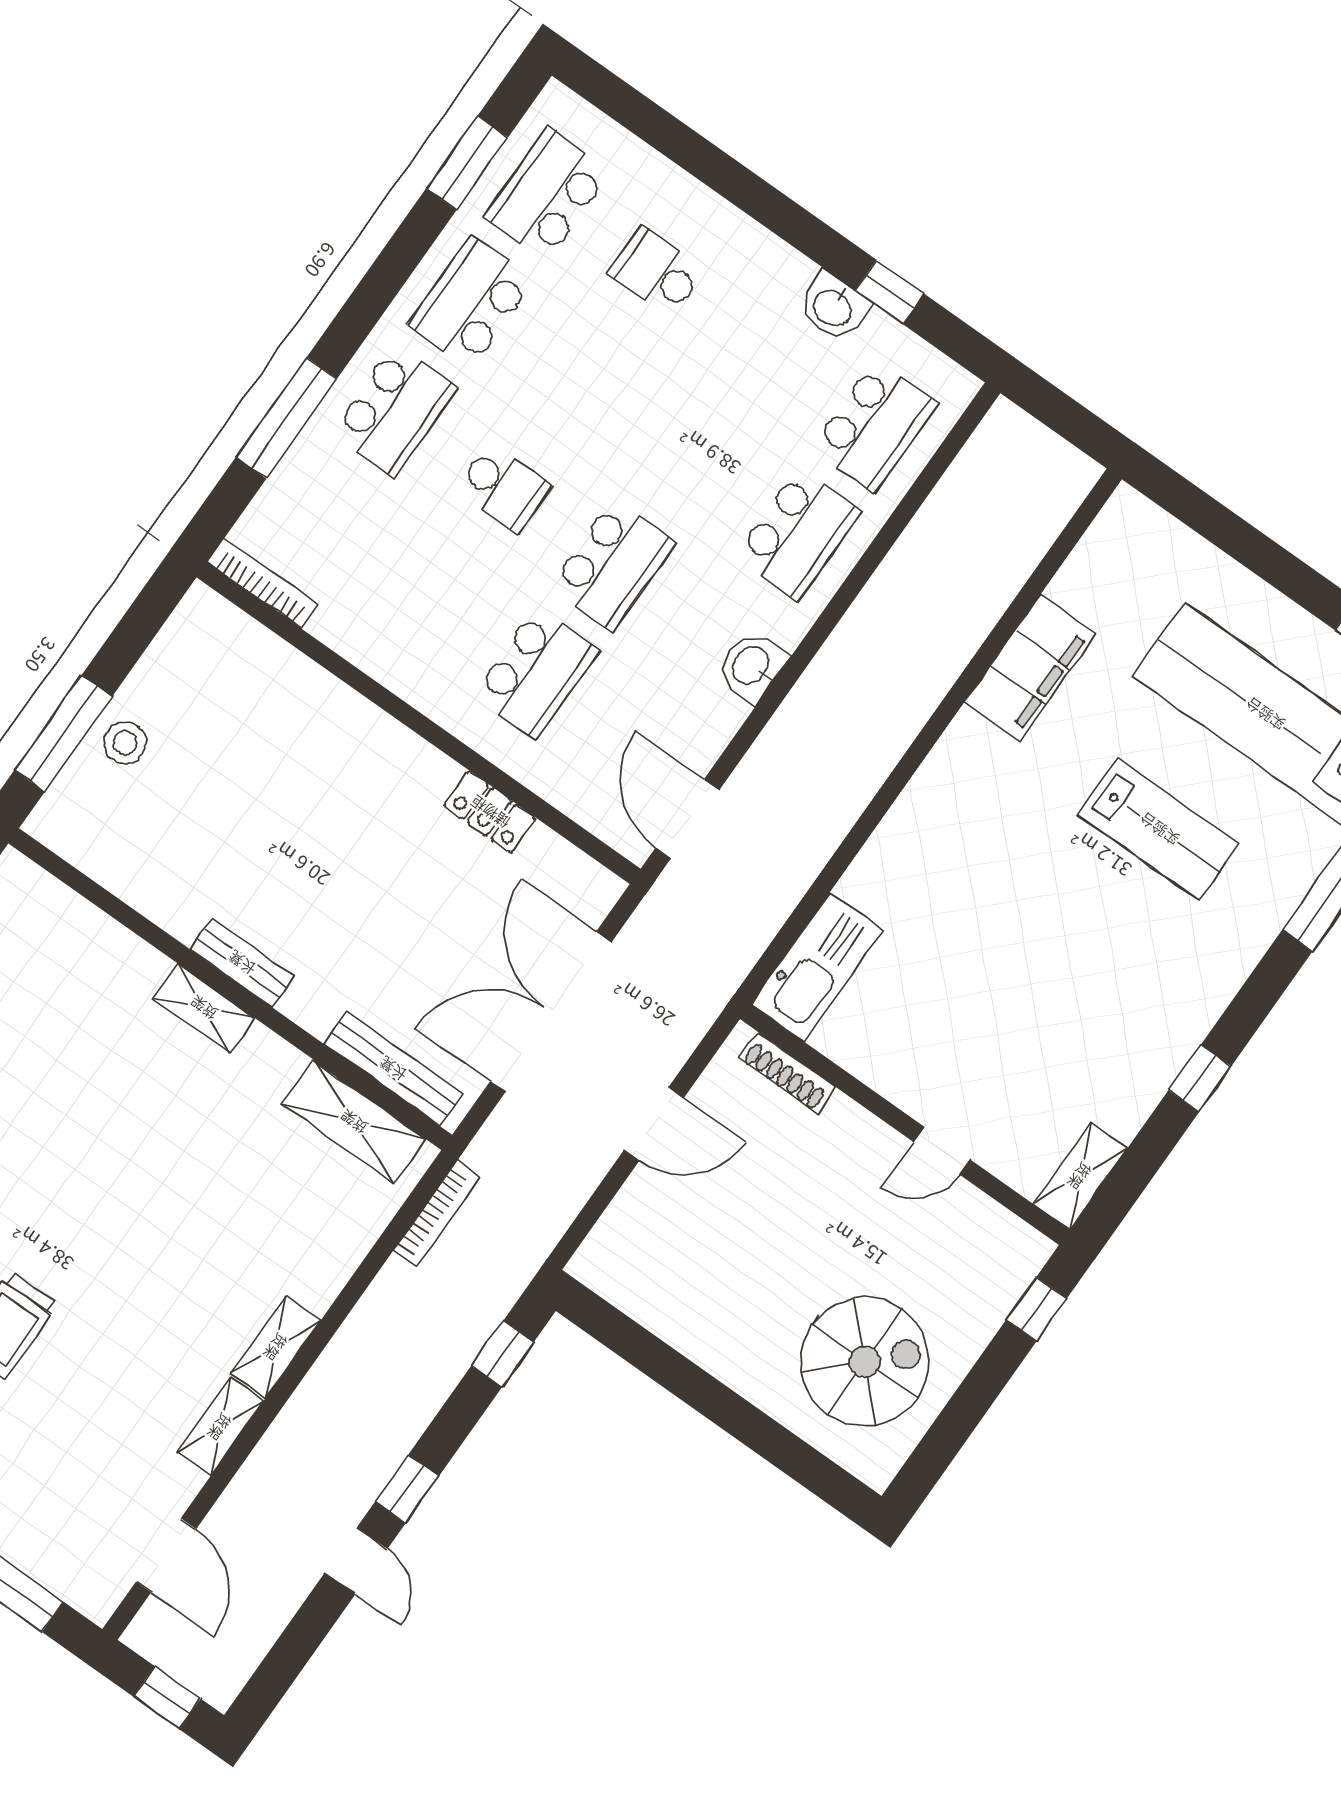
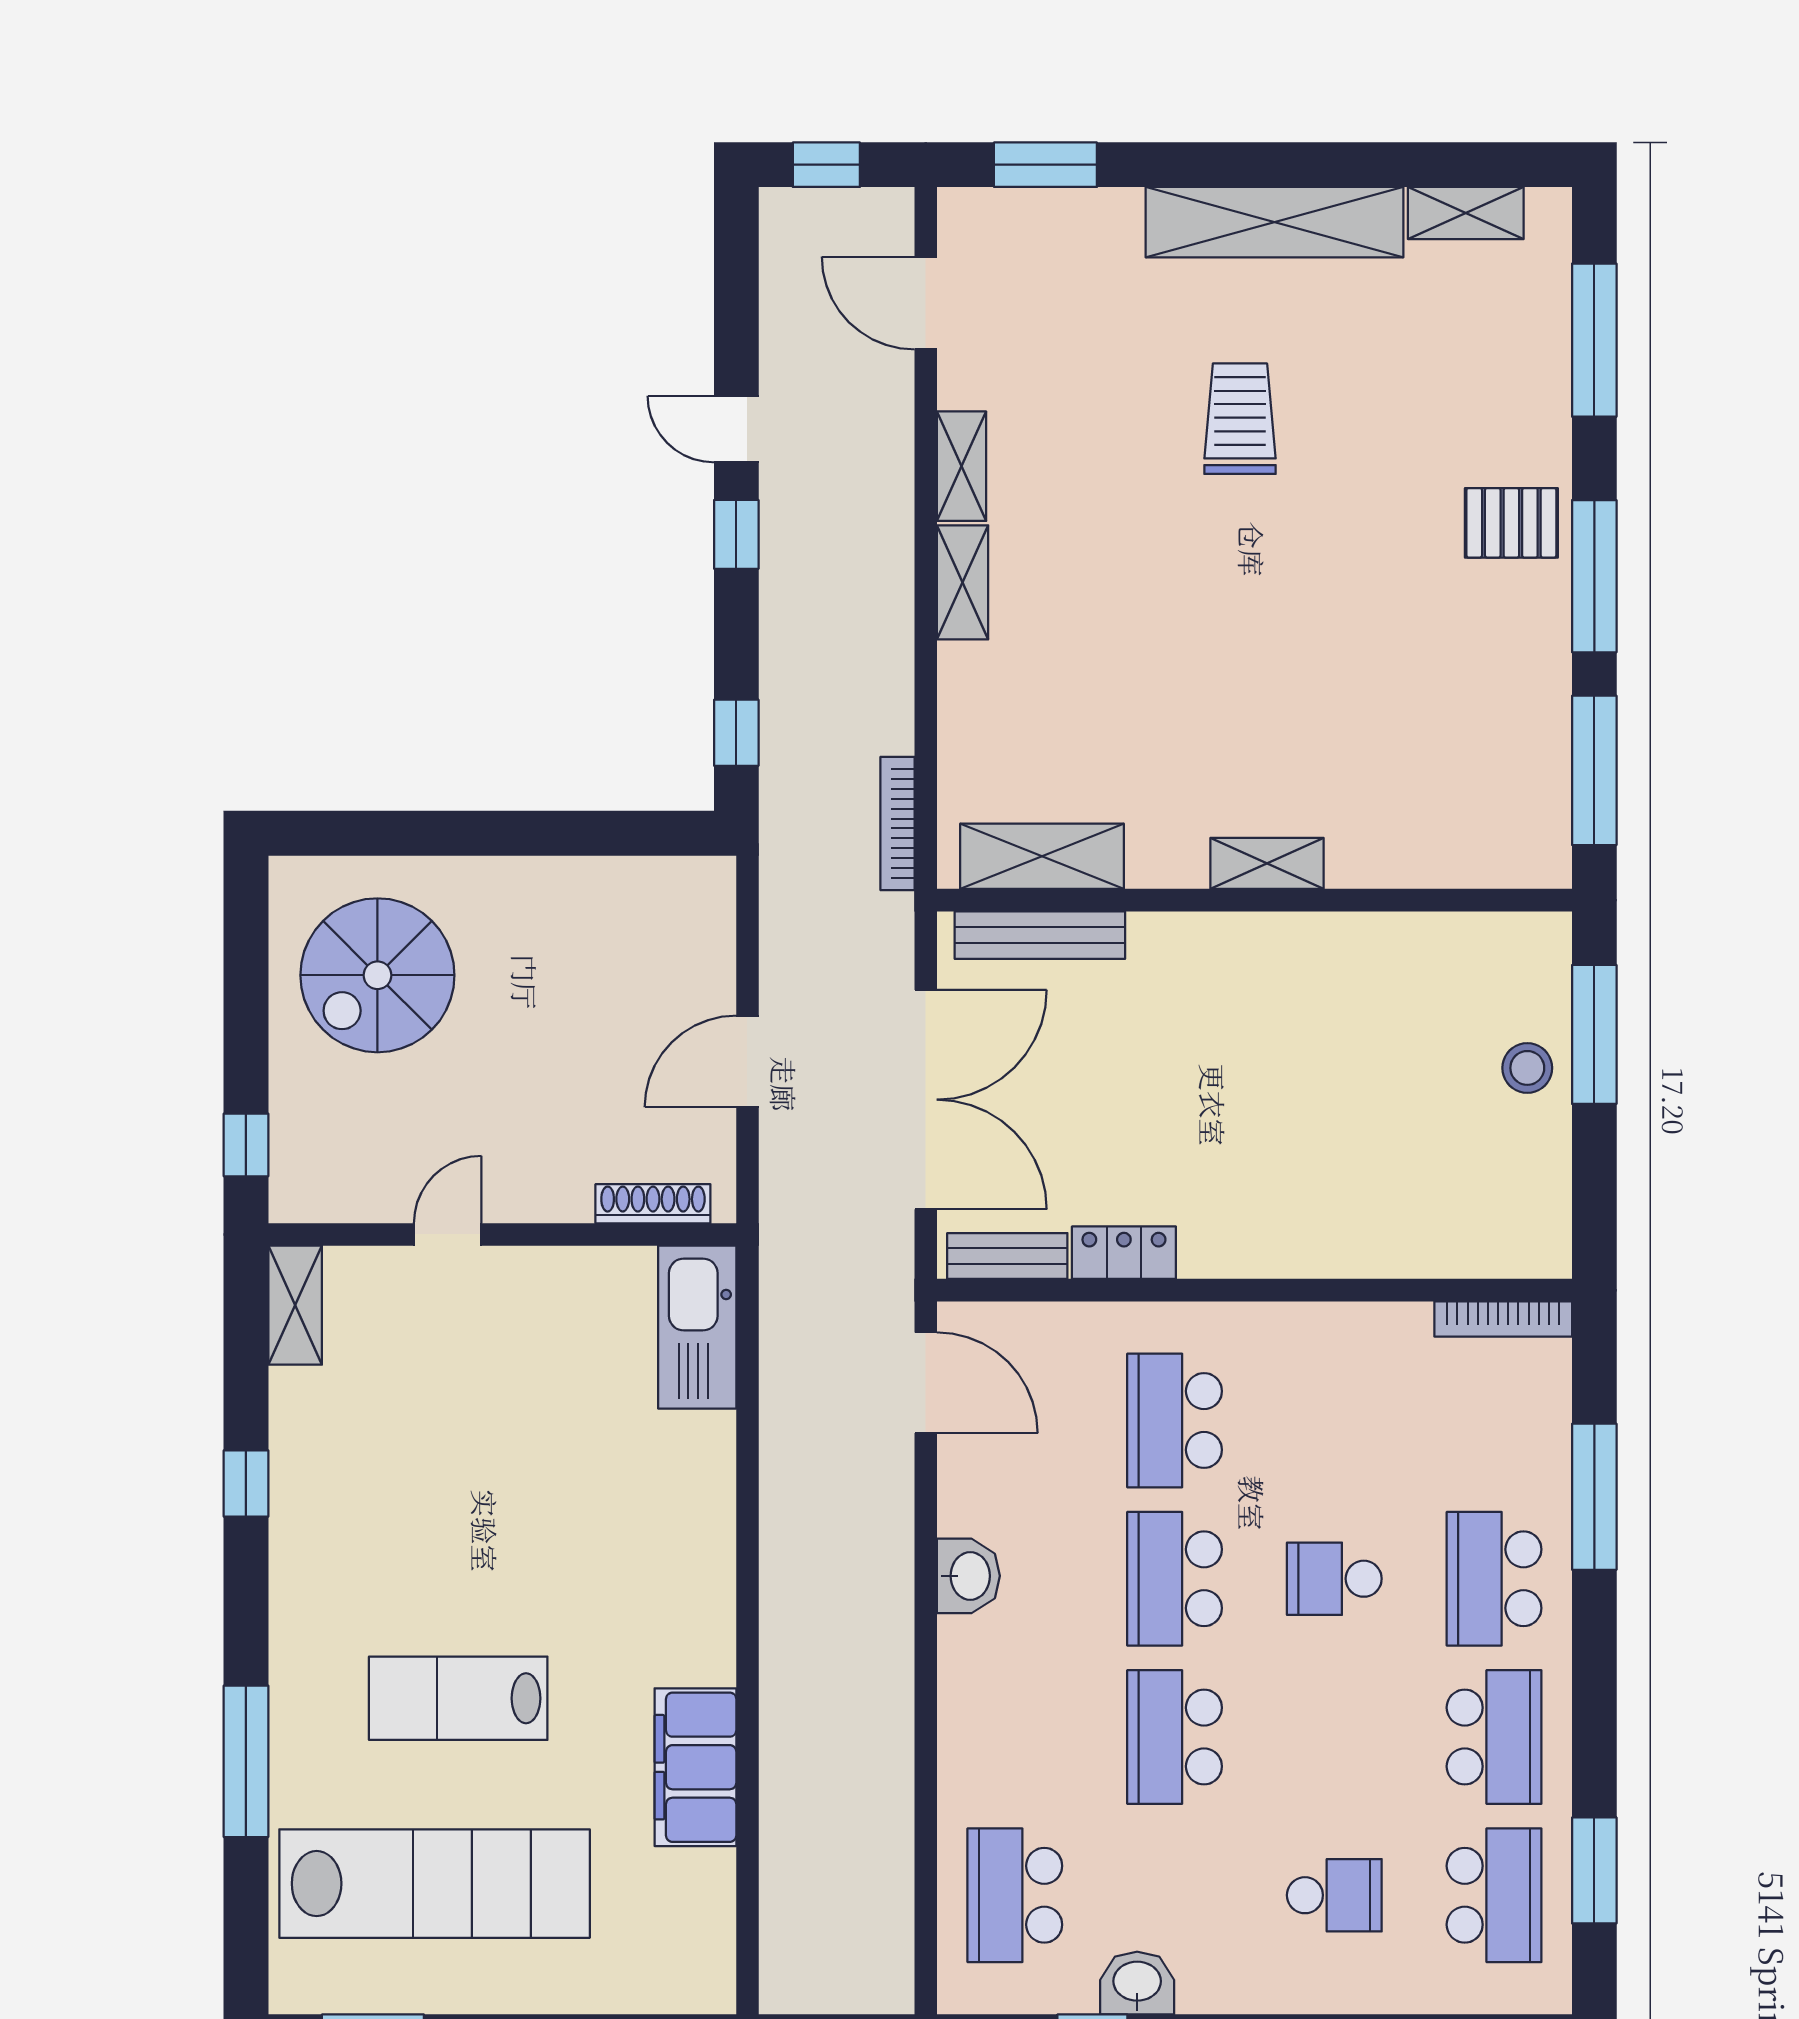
school desk: (798, 534) -> (1175, 1737), moved
bench: (242, 963) -> (1007, 1256), moved

